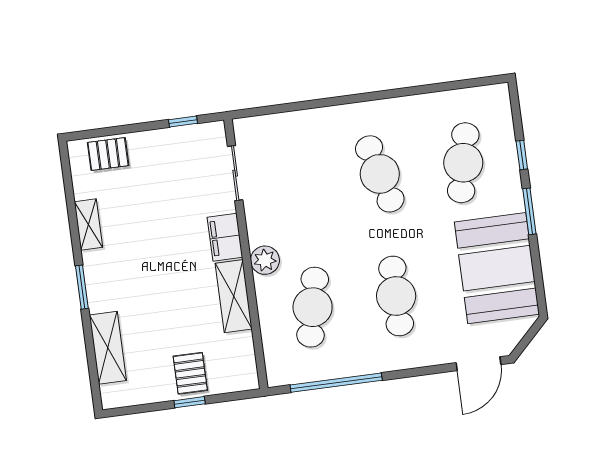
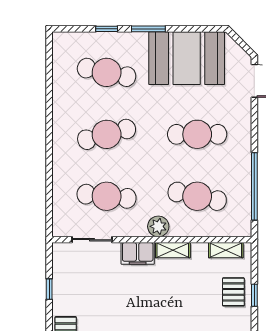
window: (183, 121) -> (49, 289), moved
cafe table: (296, 185) -> (107, 196), added
shelving: (234, 296) -> (173, 250), width x0.67, depth x0.75
shelving: (245, 355) -> (226, 250), added
pallet: (190, 373) -> (233, 292), turned 90

